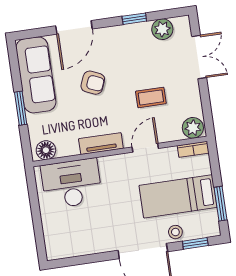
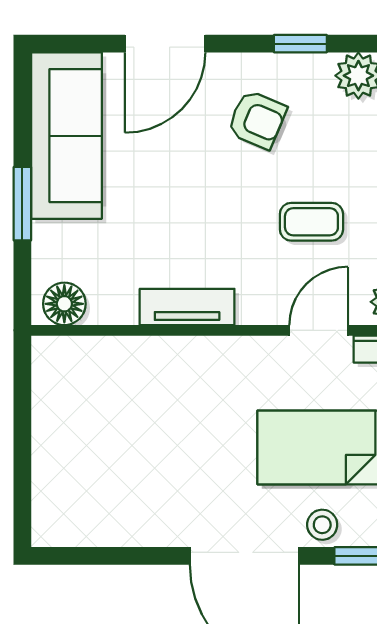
armchair: (93, 83) -> (257, 120), moved
door: (145, 148) -> (319, 330), moved
desk: (71, 184) -> (110, 385), removed

